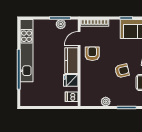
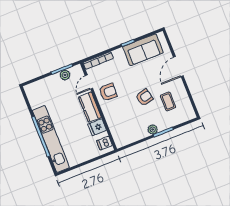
kitchen unit: (27, 51) -> (51, 139), moved
armchair: (92, 54) -> (108, 92), turned 92
plant: (106, 102) -> (153, 129), moved

